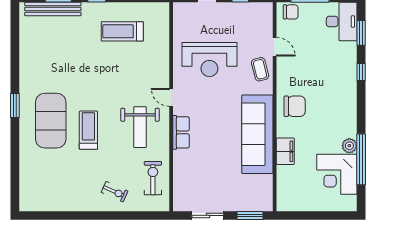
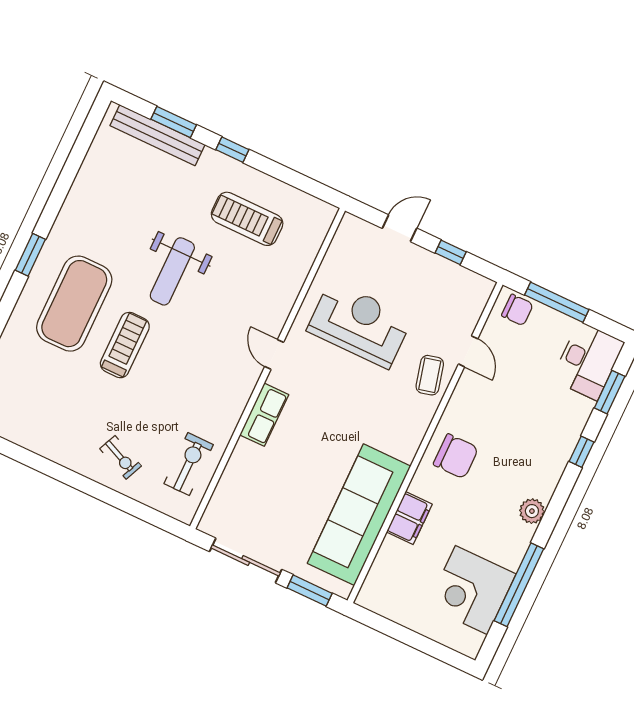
reception desk: (209, 60) -> (360, 324), turned 180
weight bench: (140, 127) -> (172, 271), moved
sofa: (257, 134) -> (359, 515), moved
plant: (349, 146) -> (532, 511), moved
sliding door: (208, 215) -> (246, 560), width x1.37

